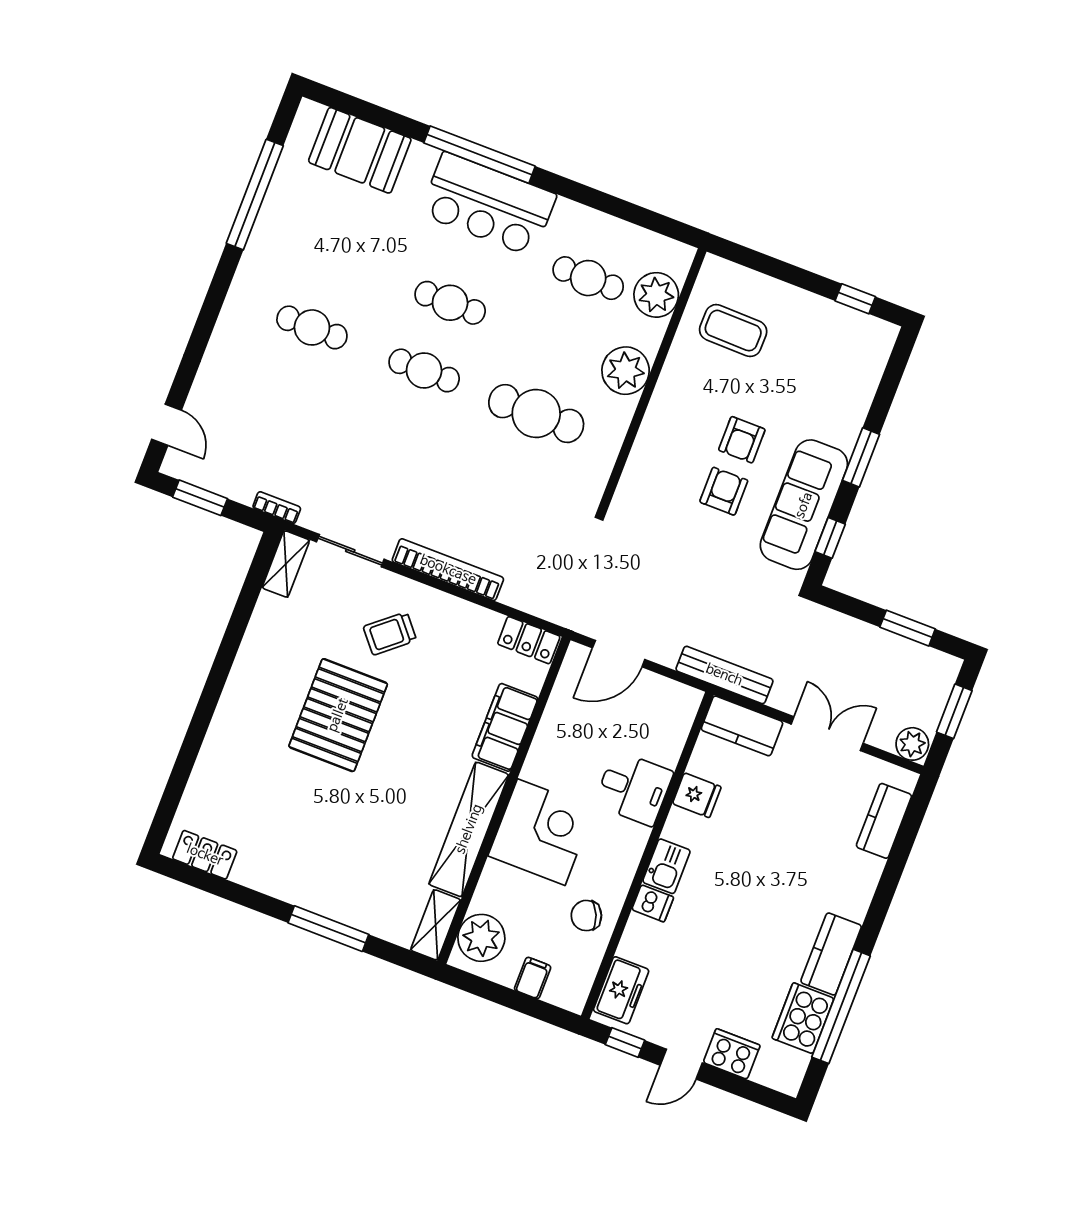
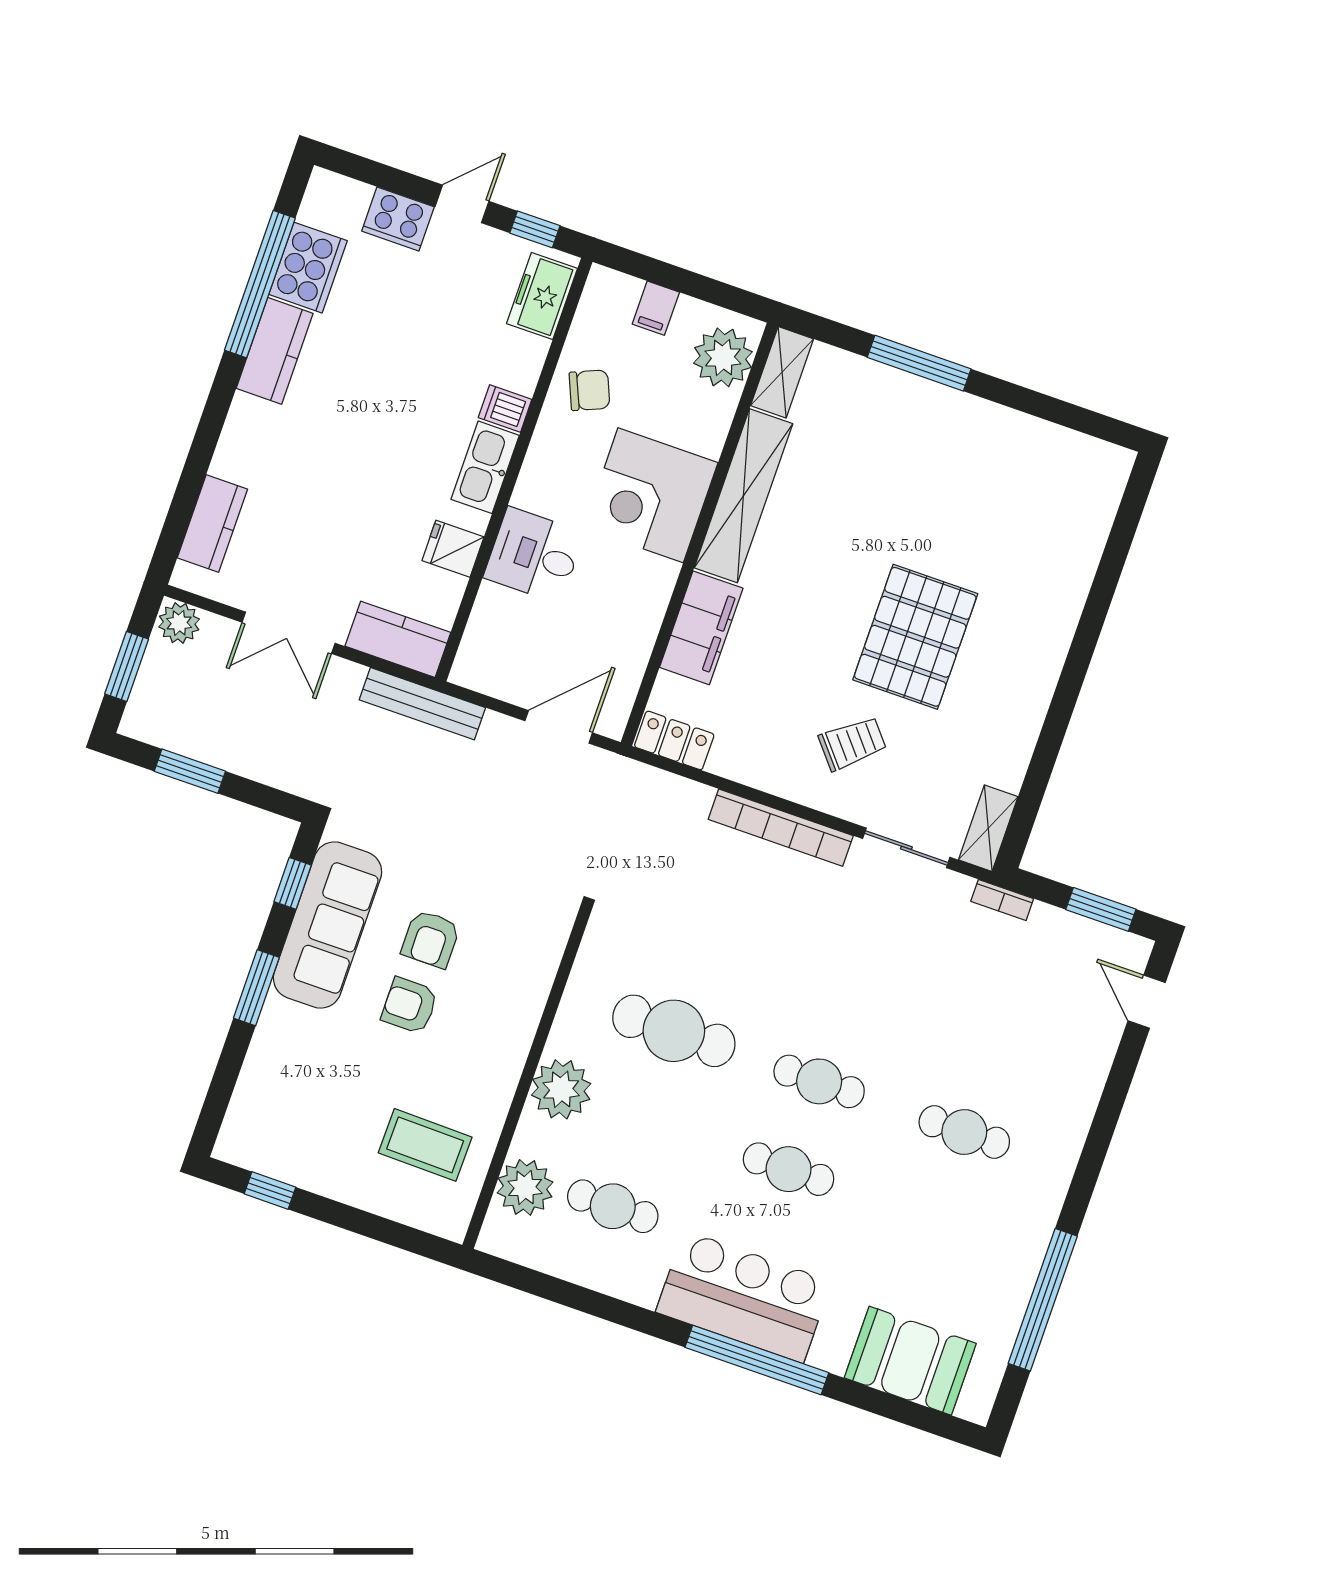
armchair: (742, 440) -> (410, 1006), turned -90
locker: (205, 855) -> (1080, 453), removed
kitchen sink: (666, 866) -> (485, 467), width x1.38

